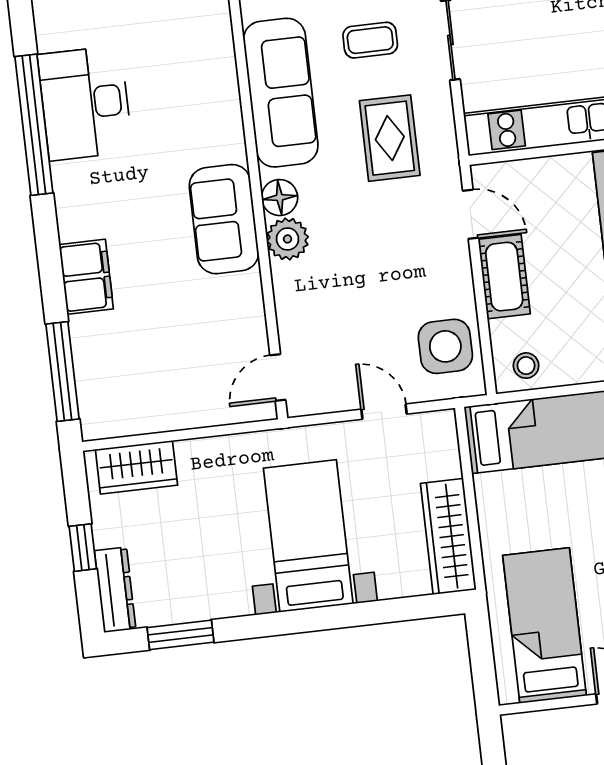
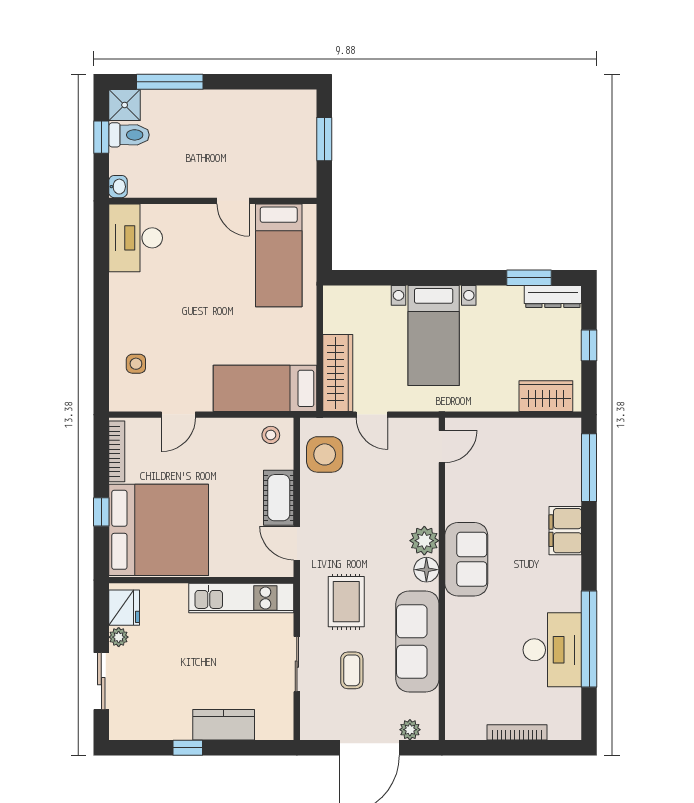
coffee table: (370, 40) -> (352, 670), turned 90
wardrobe: (448, 537) -> (338, 373), moved
dresser: (115, 590) -> (553, 297), moved, turned -90

